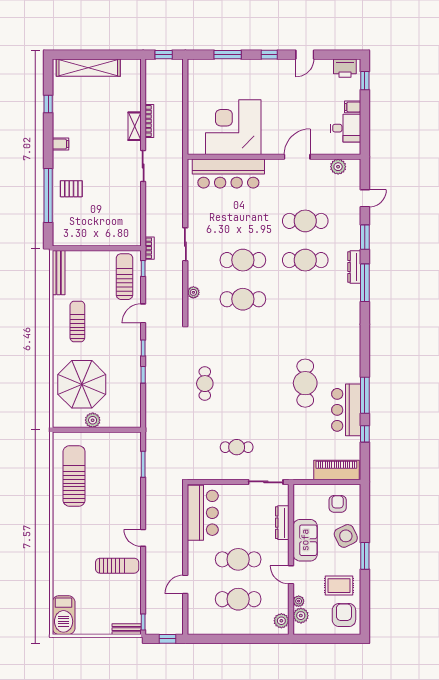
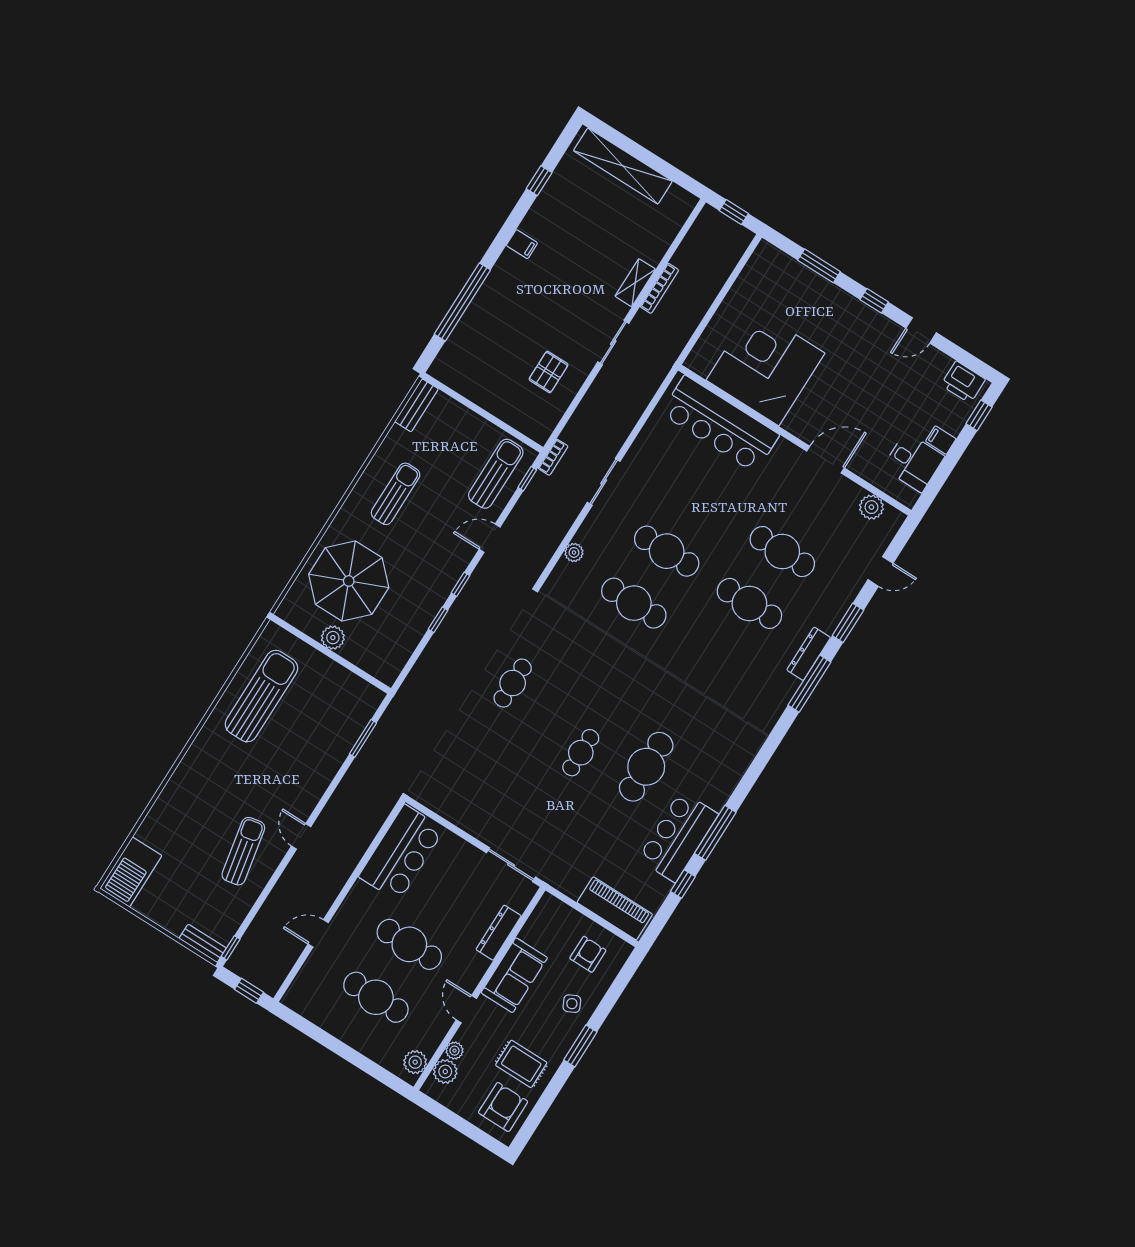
pallet: (71, 189) -> (549, 372), moved, turned 90
bench: (59, 273) -> (417, 405), width x0.73
cafe table: (237, 447) -> (581, 753), moved, turned 90
side table: (346, 536) -> (572, 1004), width x0.54, depth x0.54
sun lounger: (117, 566) -> (243, 851), turned -101

